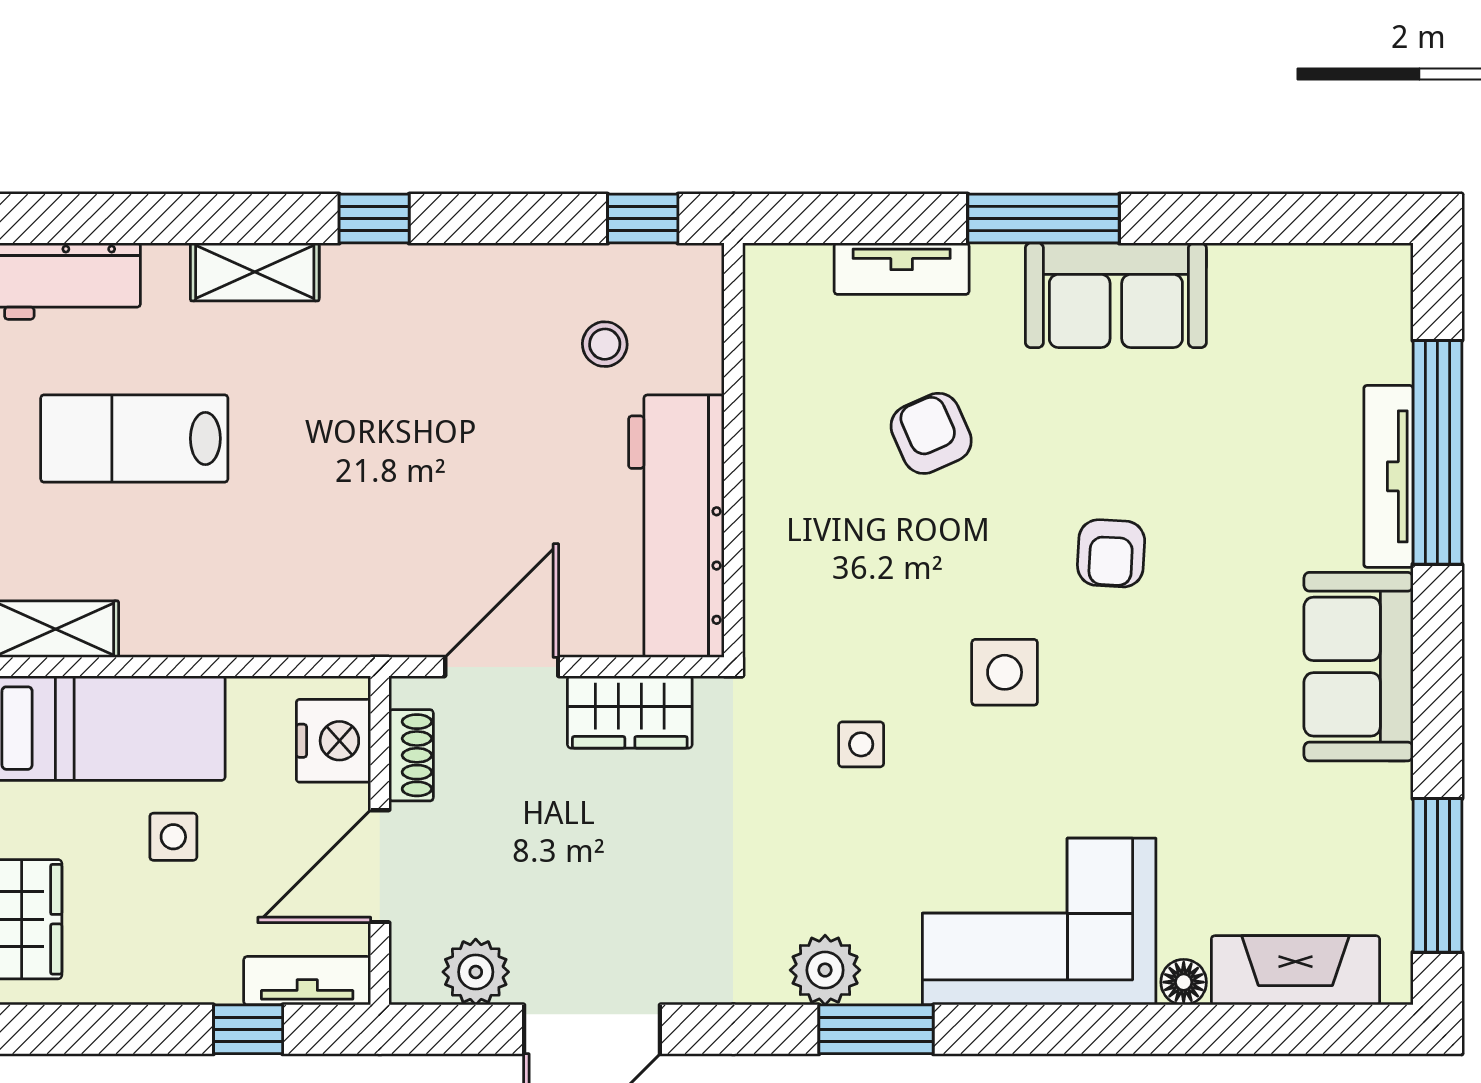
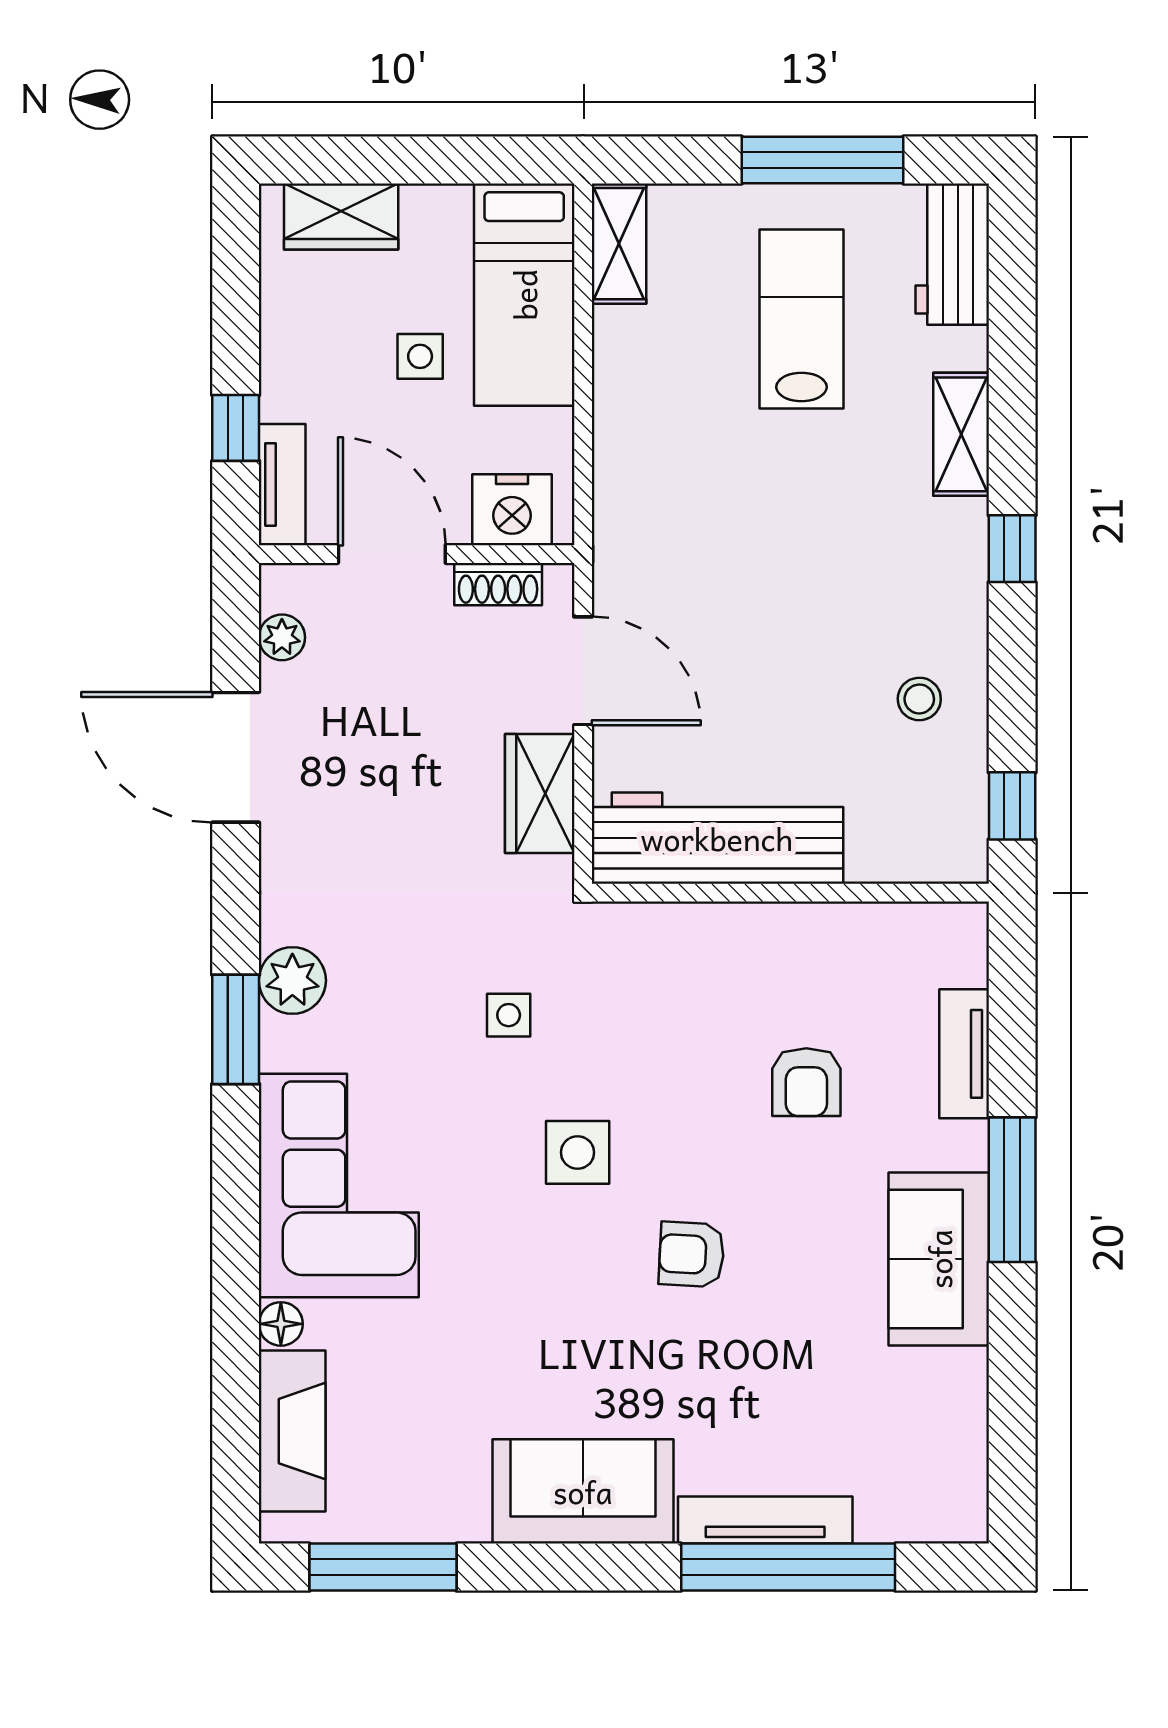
stool: (605, 344) -> (919, 699), moved
armchair: (931, 433) -> (806, 1082), turned 114
plant: (476, 972) -> (282, 637), width x0.73, depth x0.73

